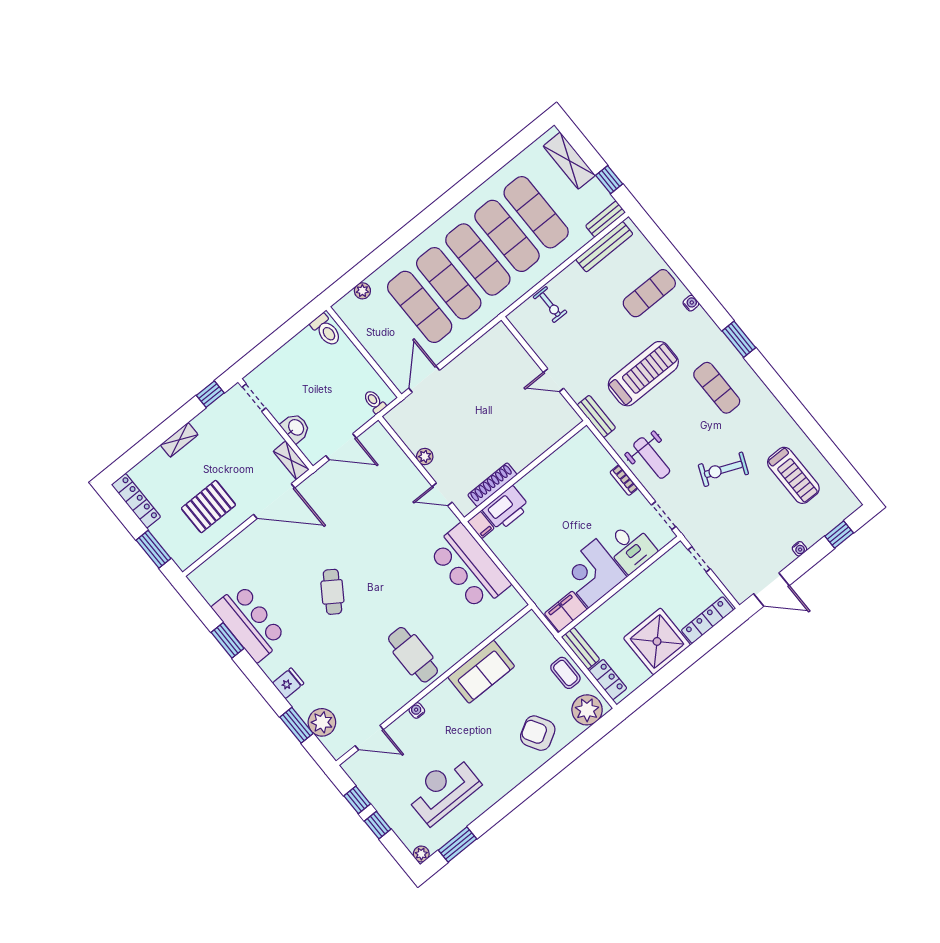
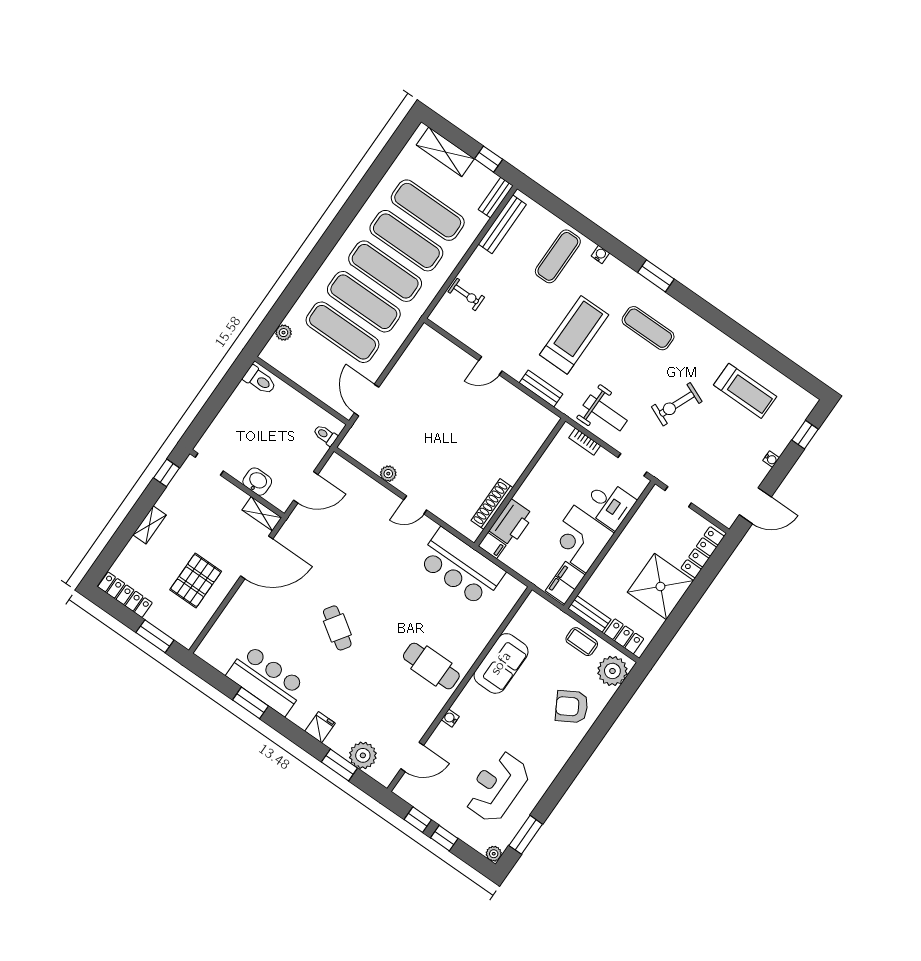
wall: (525, 471) -> (520, 482), moved
shoe rack: (492, 485) -> (492, 504), moved
printer: (506, 508) -> (511, 523), moved
filing cabinet: (481, 525) -> (492, 545), moved

